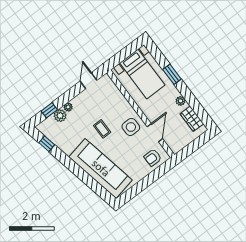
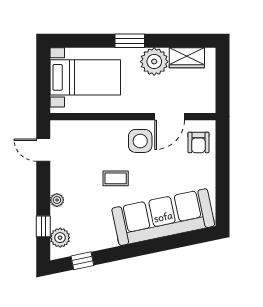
window: (172, 74) -> (130, 41), moved
plant: (181, 101) -> (154, 62), width x1.88, depth x1.88
plant: (60, 116) -> (60, 238), moved
door: (155, 133) -> (170, 117), swing flipped

